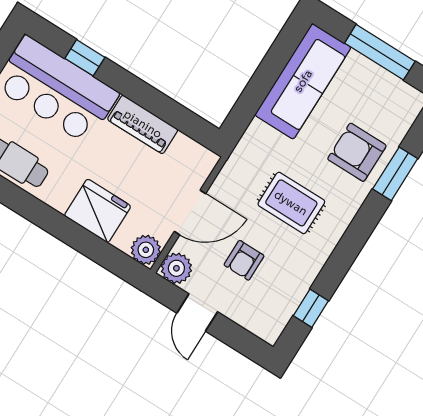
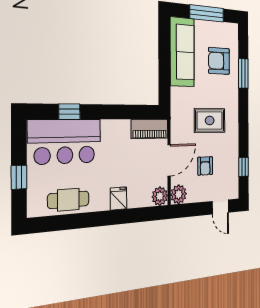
piano: (143, 124) -> (150, 129), moved
armchair: (357, 152) -> (219, 61), moved
fridge: (98, 211) -> (118, 198), width x0.53, depth x0.75
door: (197, 312) -> (220, 207), moved

